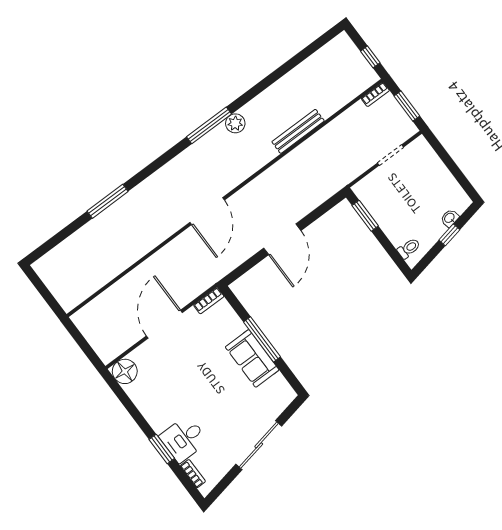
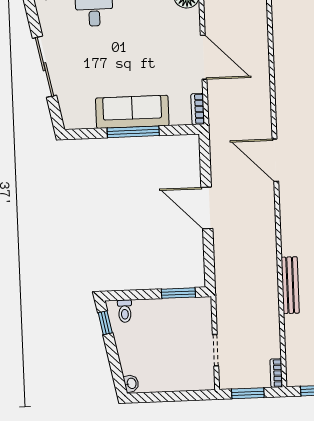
washbasin: (450, 218) -> (131, 383), moved
window: (449, 235) -> (105, 323), moved
sofa: (252, 358) -> (132, 112), width x1.36

